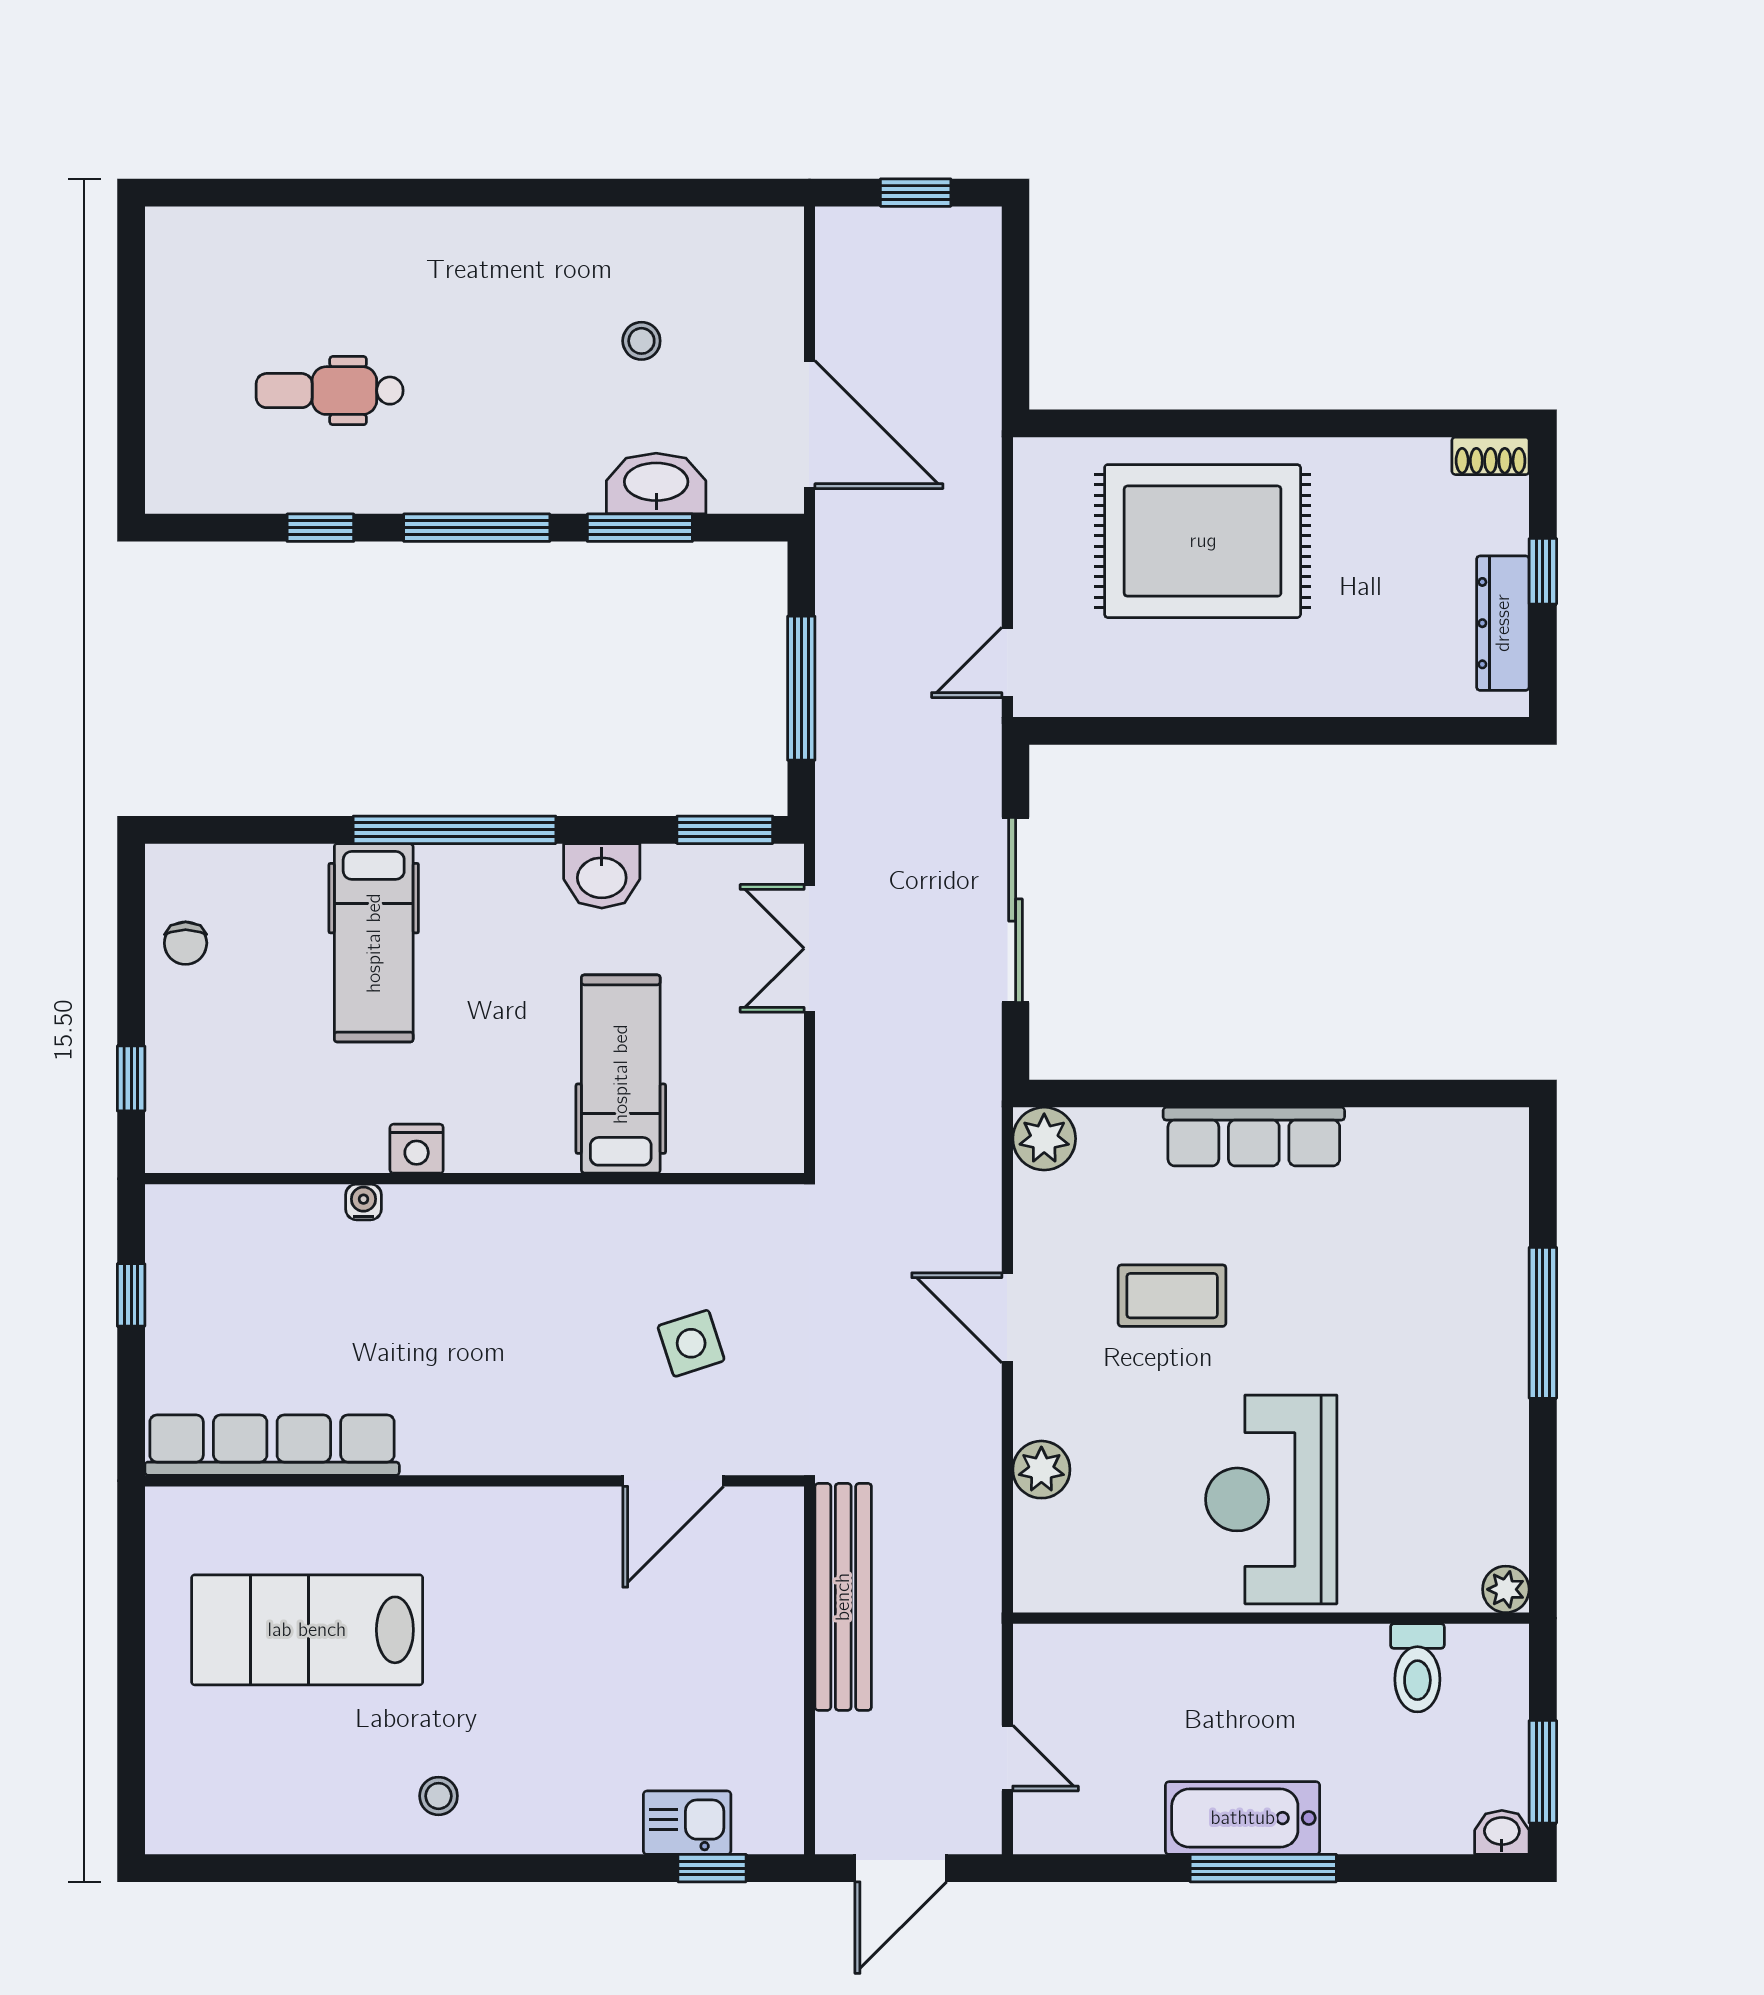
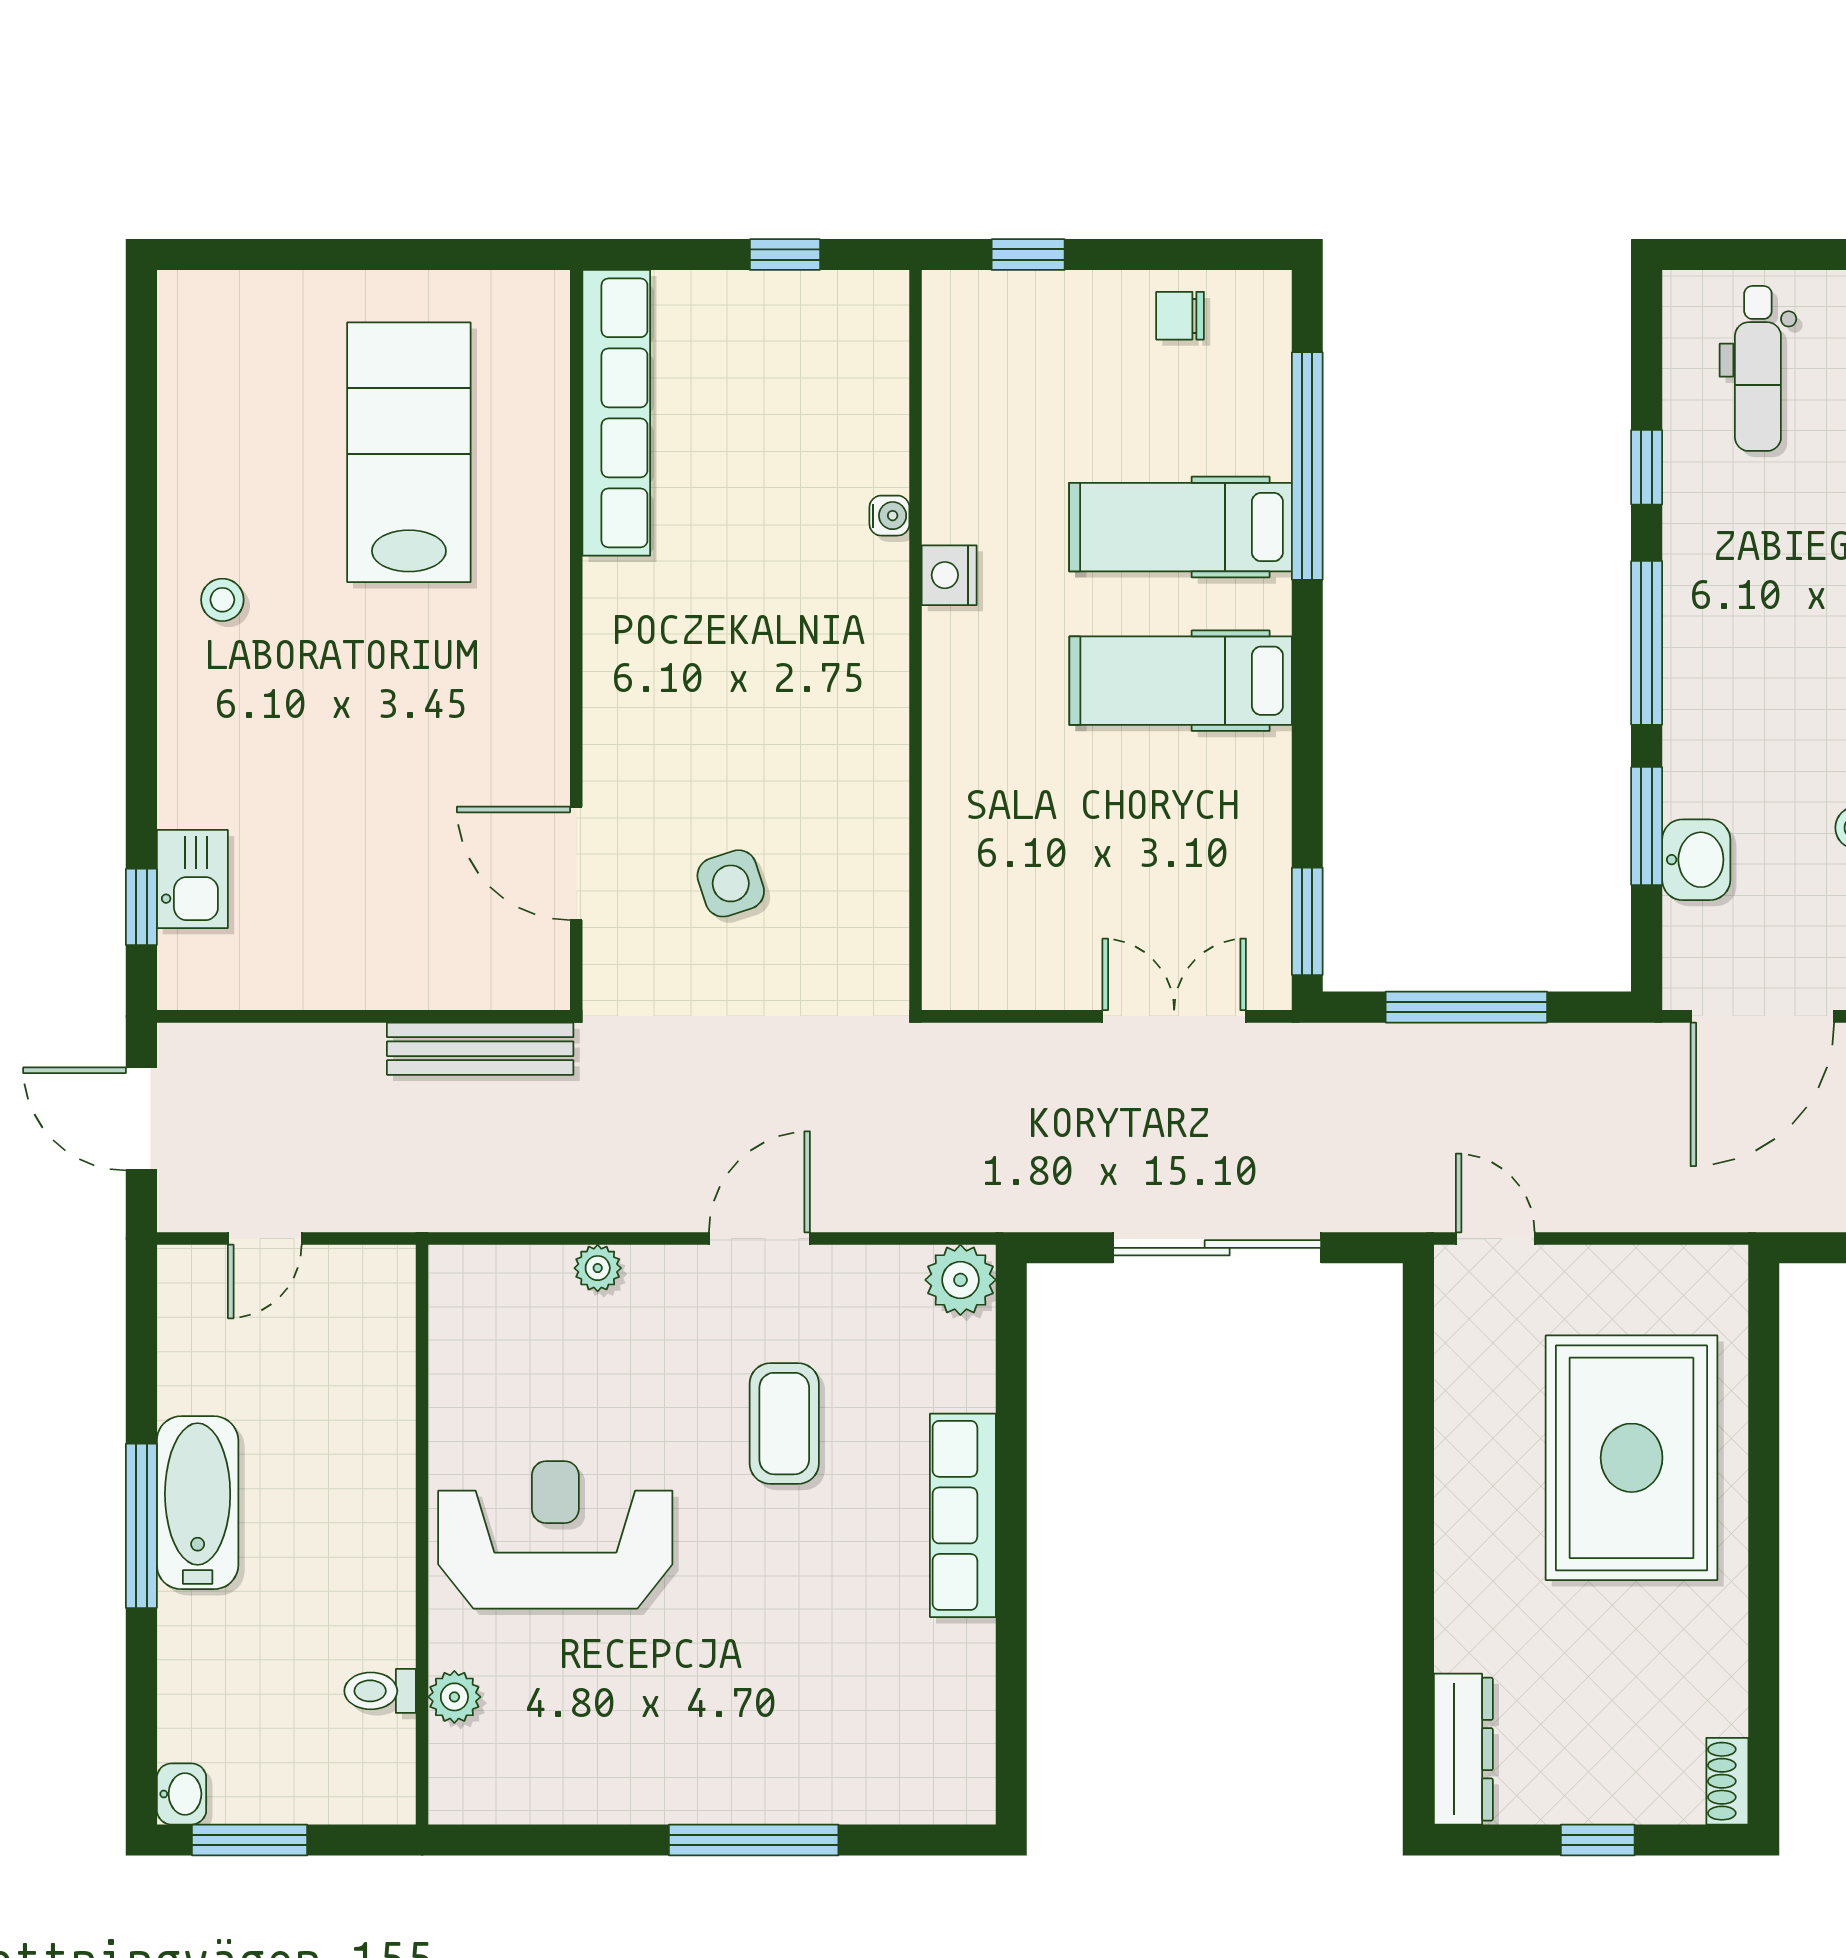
dental chair: (330, 391) -> (1758, 368), moved, turned 180
washbasin: (656, 484) -> (1696, 860), width x0.72
dresser: (1503, 623) -> (1463, 1749), moved, turned 90
window: (454, 830) -> (1307, 466), moved
washbasin: (602, 876) -> (1256, 783), removed
hospital bed: (621, 1074) -> (1181, 681), moved, turned 180
plant: (1041, 1470) -> (598, 1268), width x0.73, depth x0.73
plant: (1506, 1589) -> (454, 1697), moved
bench: (843, 1597) -> (480, 1049), width x0.73, depth x0.82
toilet: (1417, 1668) -> (380, 1691), width x0.73, depth x0.72

